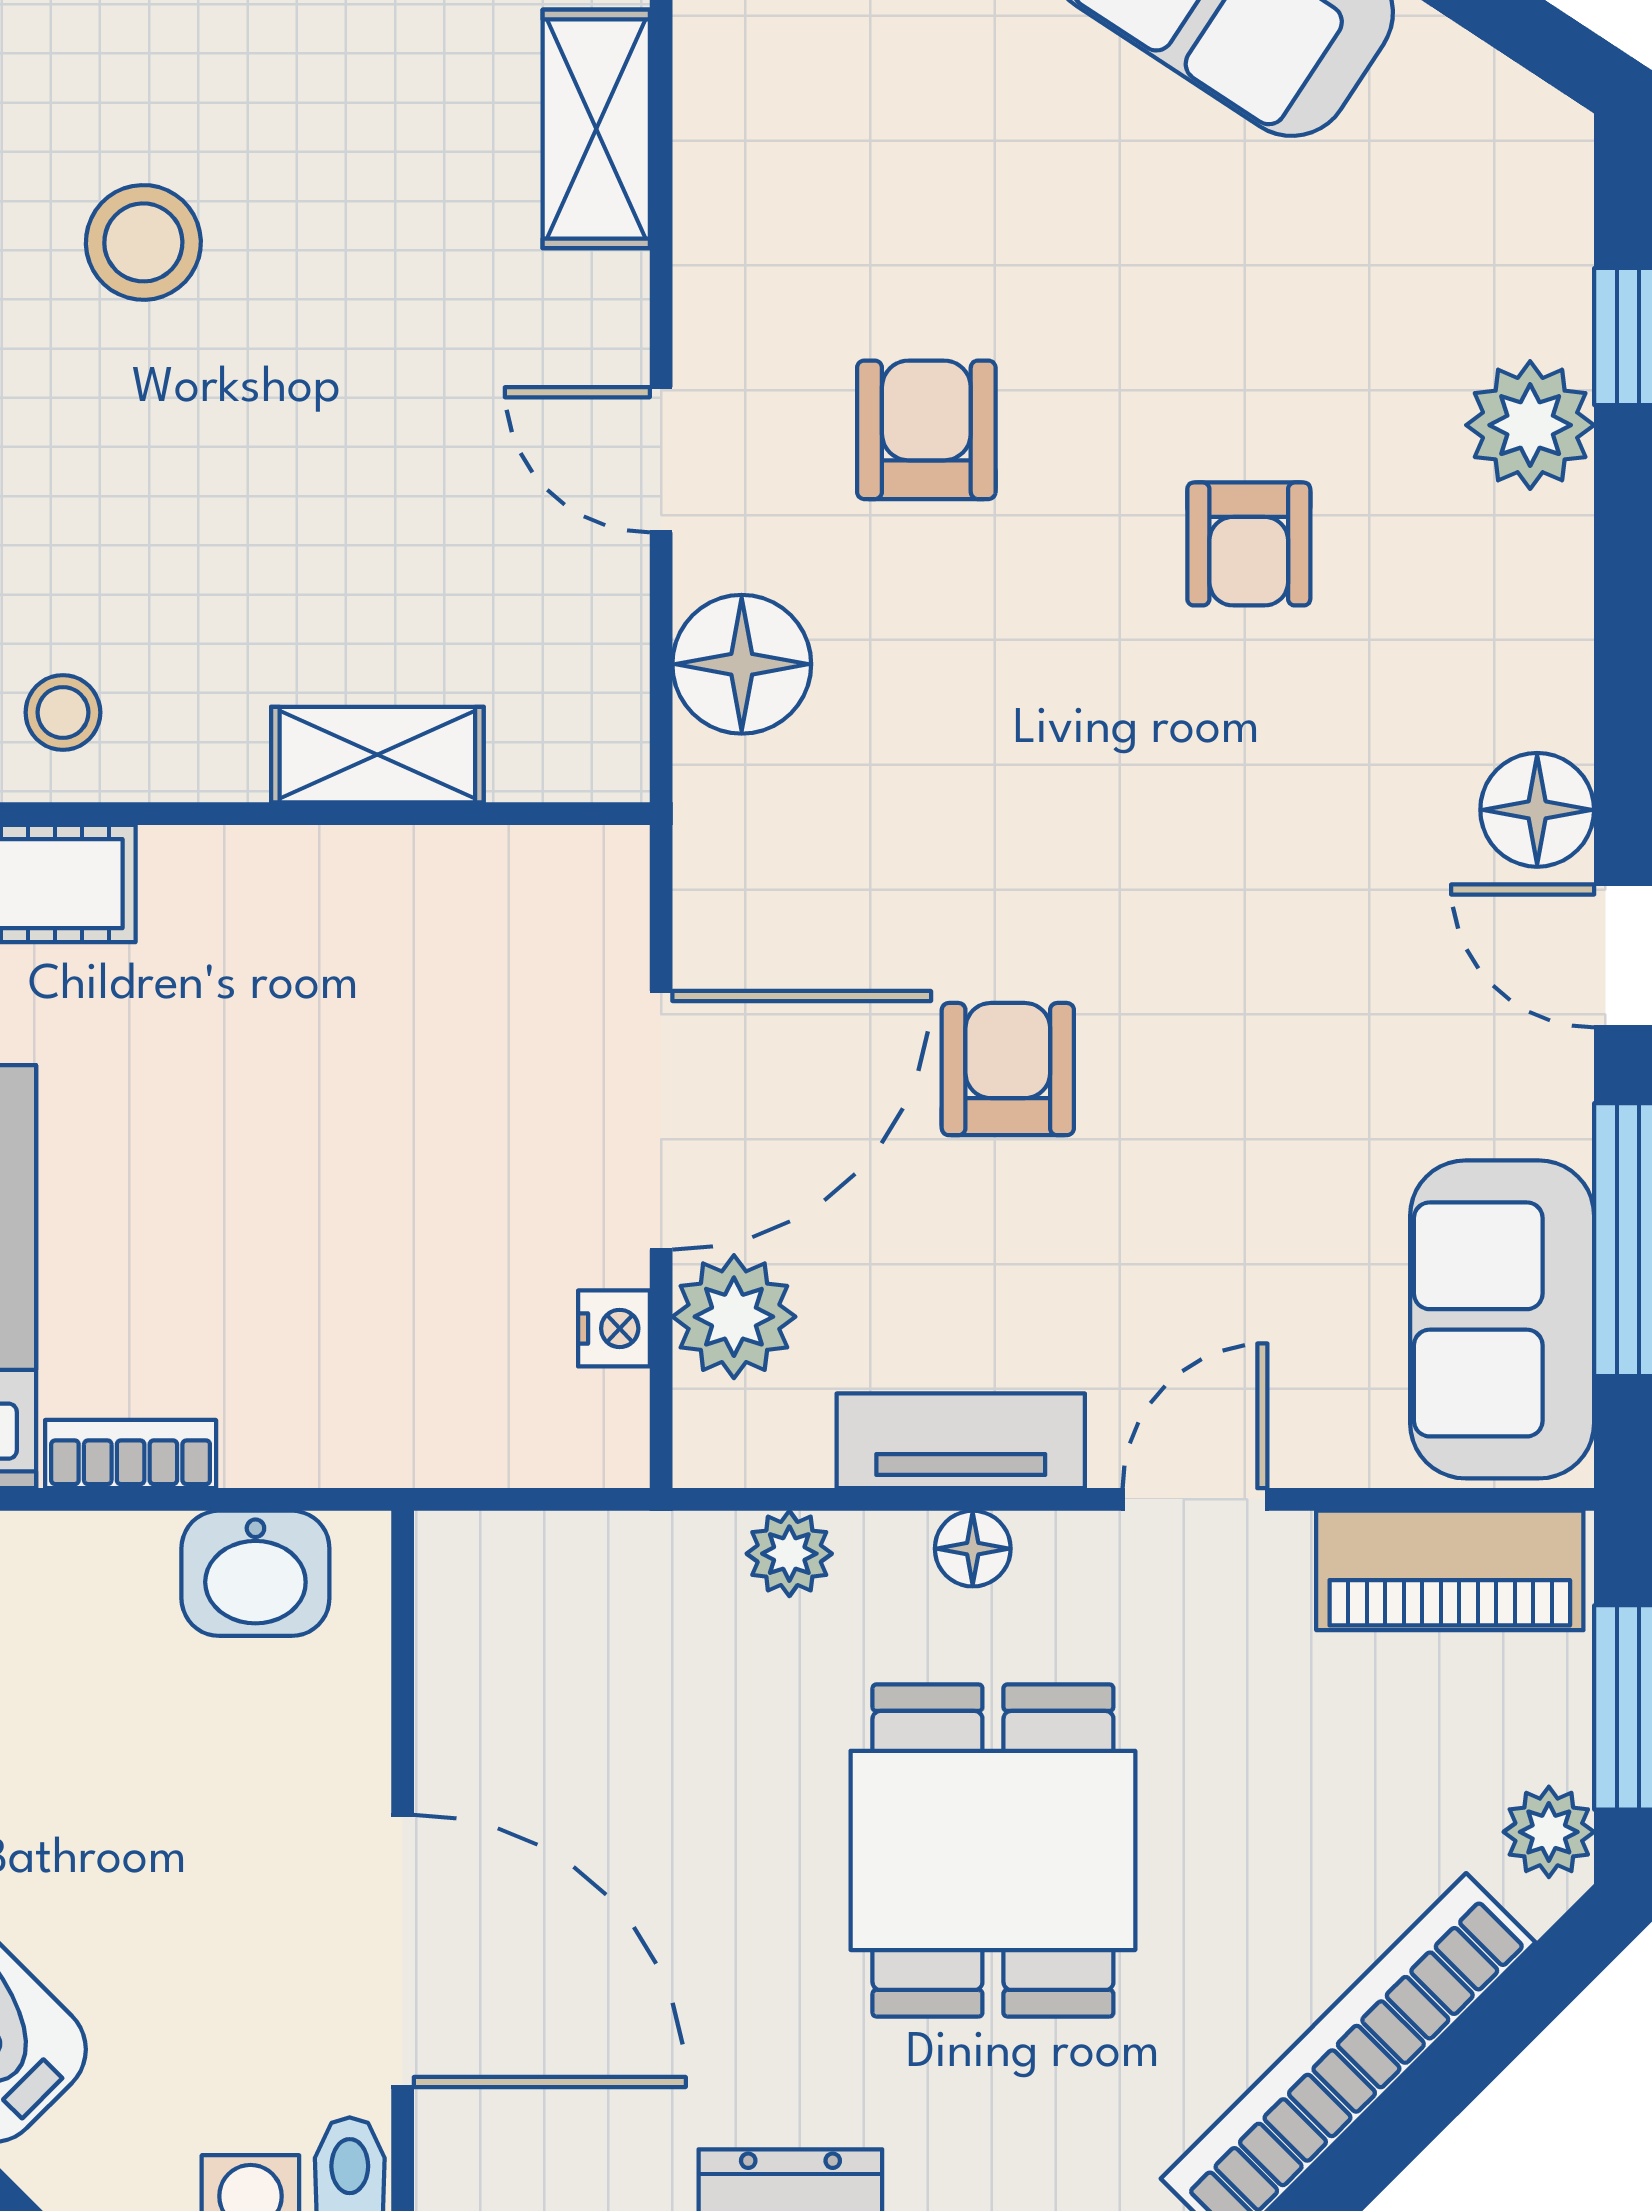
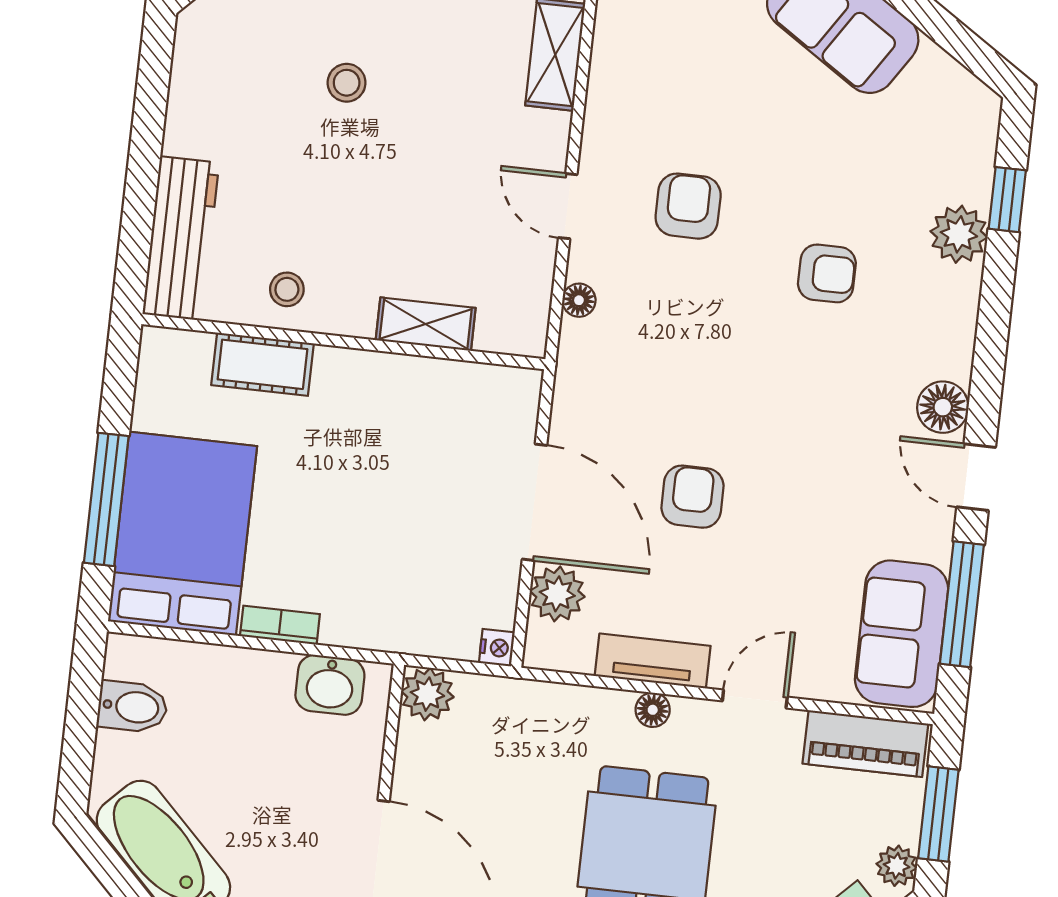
stool: (143, 242) -> (347, 83), width x0.73, depth x0.73
armchair: (1249, 544) -> (827, 273), turned -90
floor lamp: (742, 664) -> (579, 300), width x0.53, depth x0.53
door: (661, 1120) -> (534, 502), hinge flipped
nightstand: (614, 1328) -> (497, 648), moved
plant: (789, 1554) -> (427, 694), moved, width x1.38, depth x1.38

